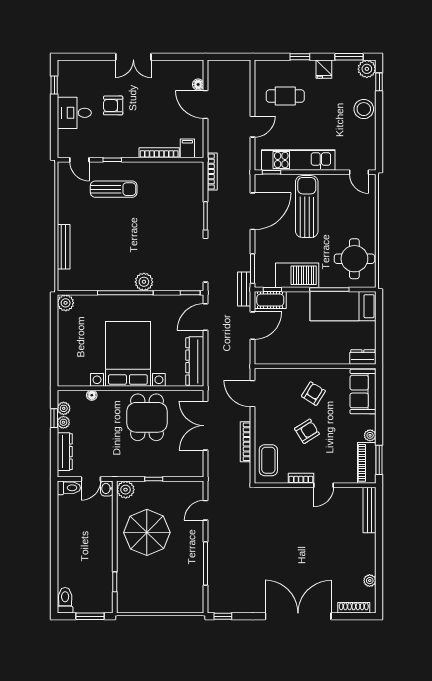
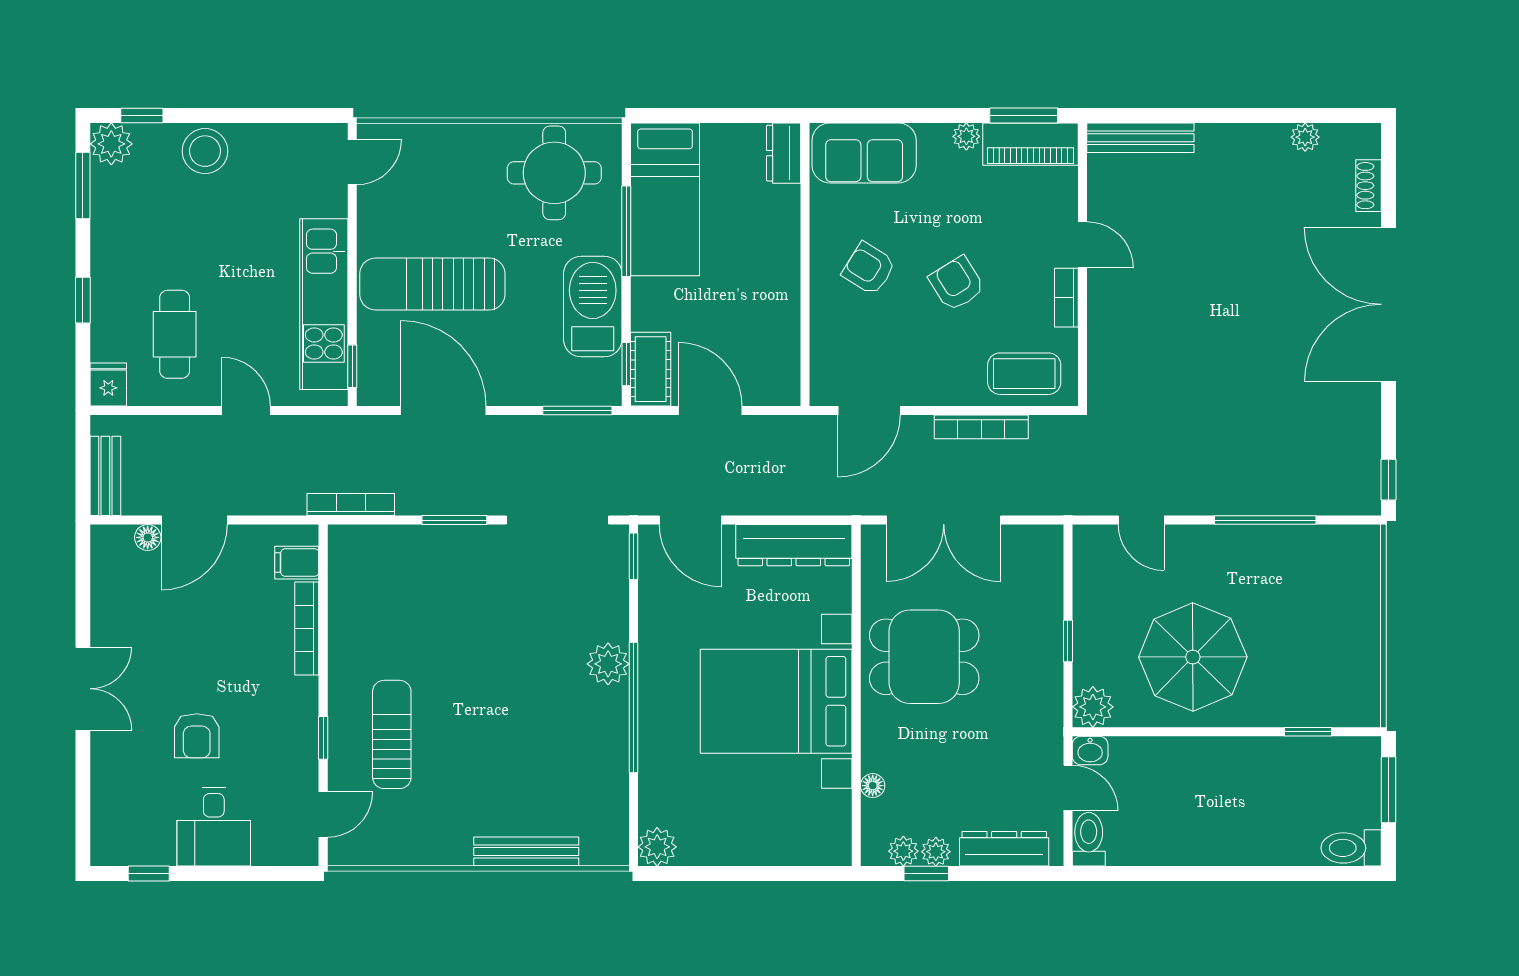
fridge: (324, 69) -> (108, 384), moved, turned -90
bench: (244, 289) -> (105, 476), moved, turned 90
shoe rack: (354, 608) -> (1369, 186), width x0.70

